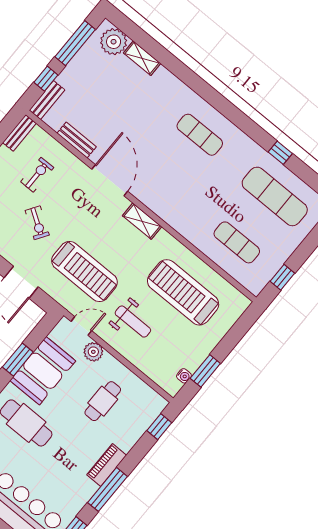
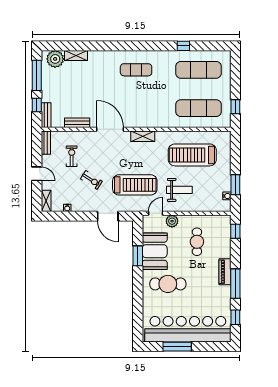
exercise mat: (237, 242) -> (198, 108), width x1.36, depth x1.45

